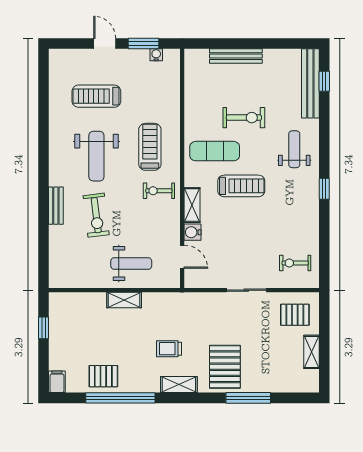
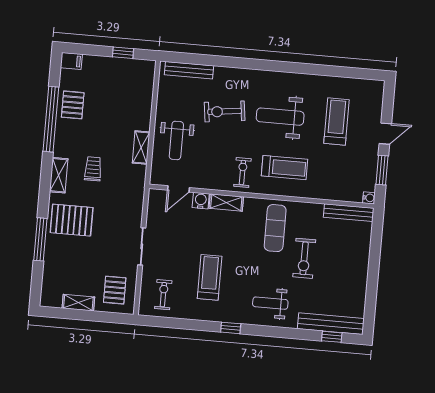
water cooler: (156, 55) -> (369, 198), moved
bench: (236, 56) -> (349, 213), moved, turned 90
weight bench: (294, 149) -> (270, 303), turned 180
treadmill: (241, 186) -> (210, 277), moved, turned 180
bench: (56, 206) -> (189, 70), moved, width x1.36
shelving: (124, 300) -> (141, 148), moved

